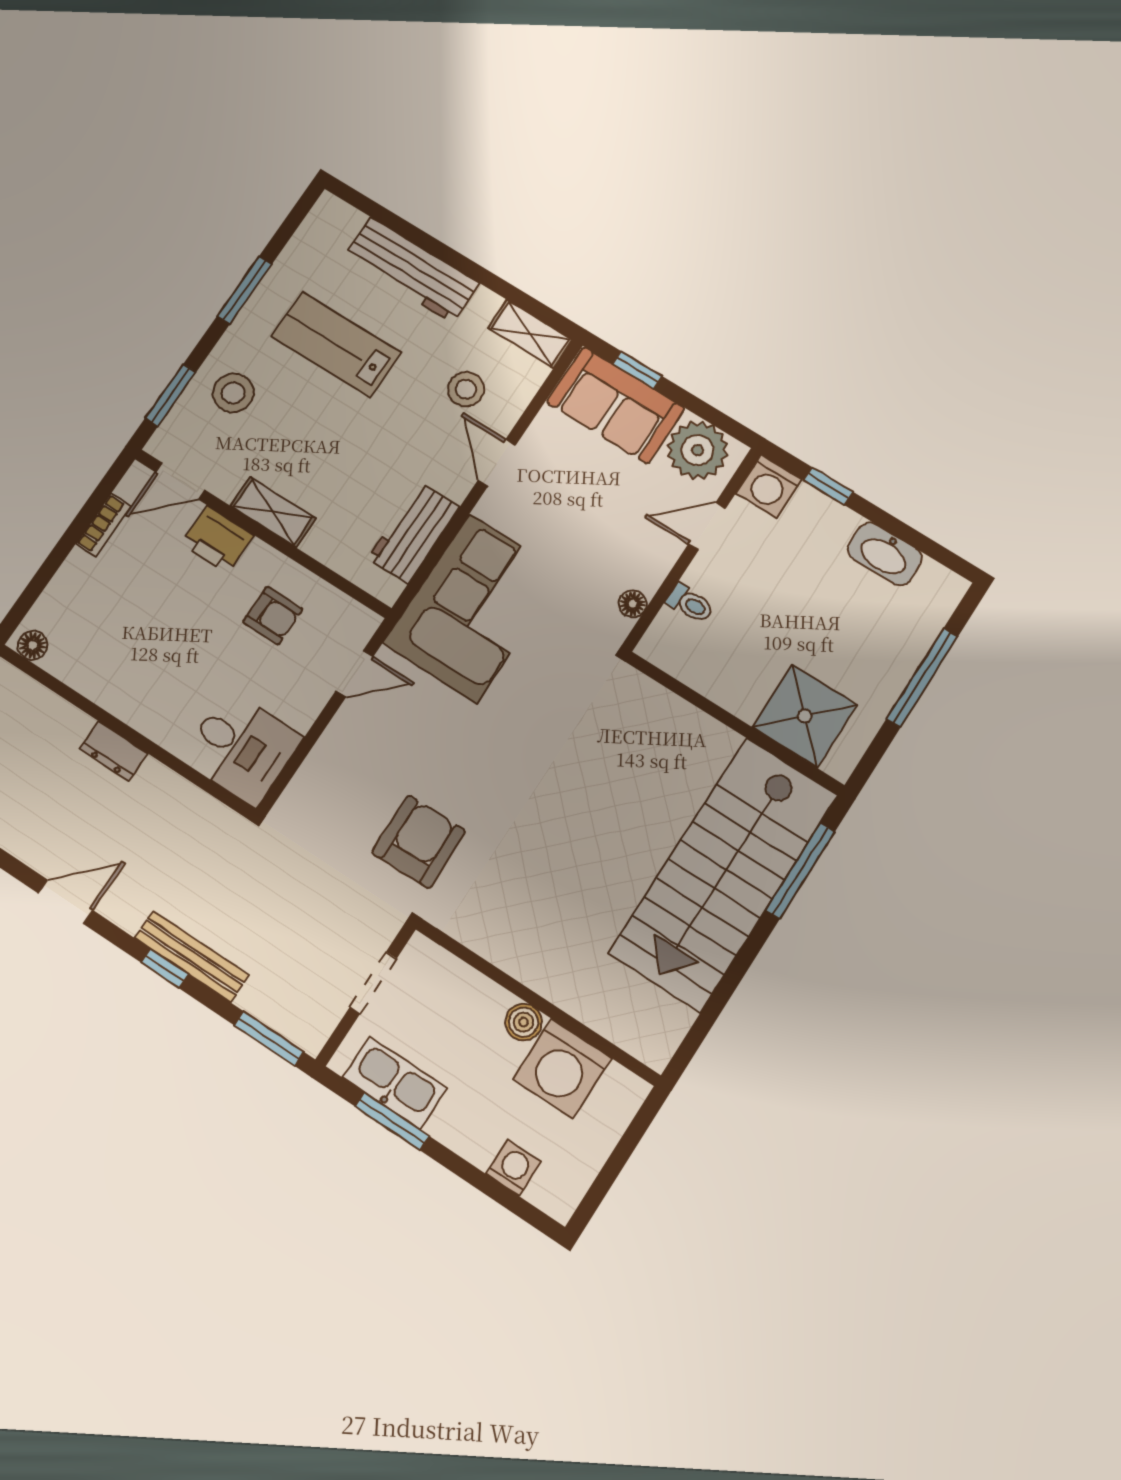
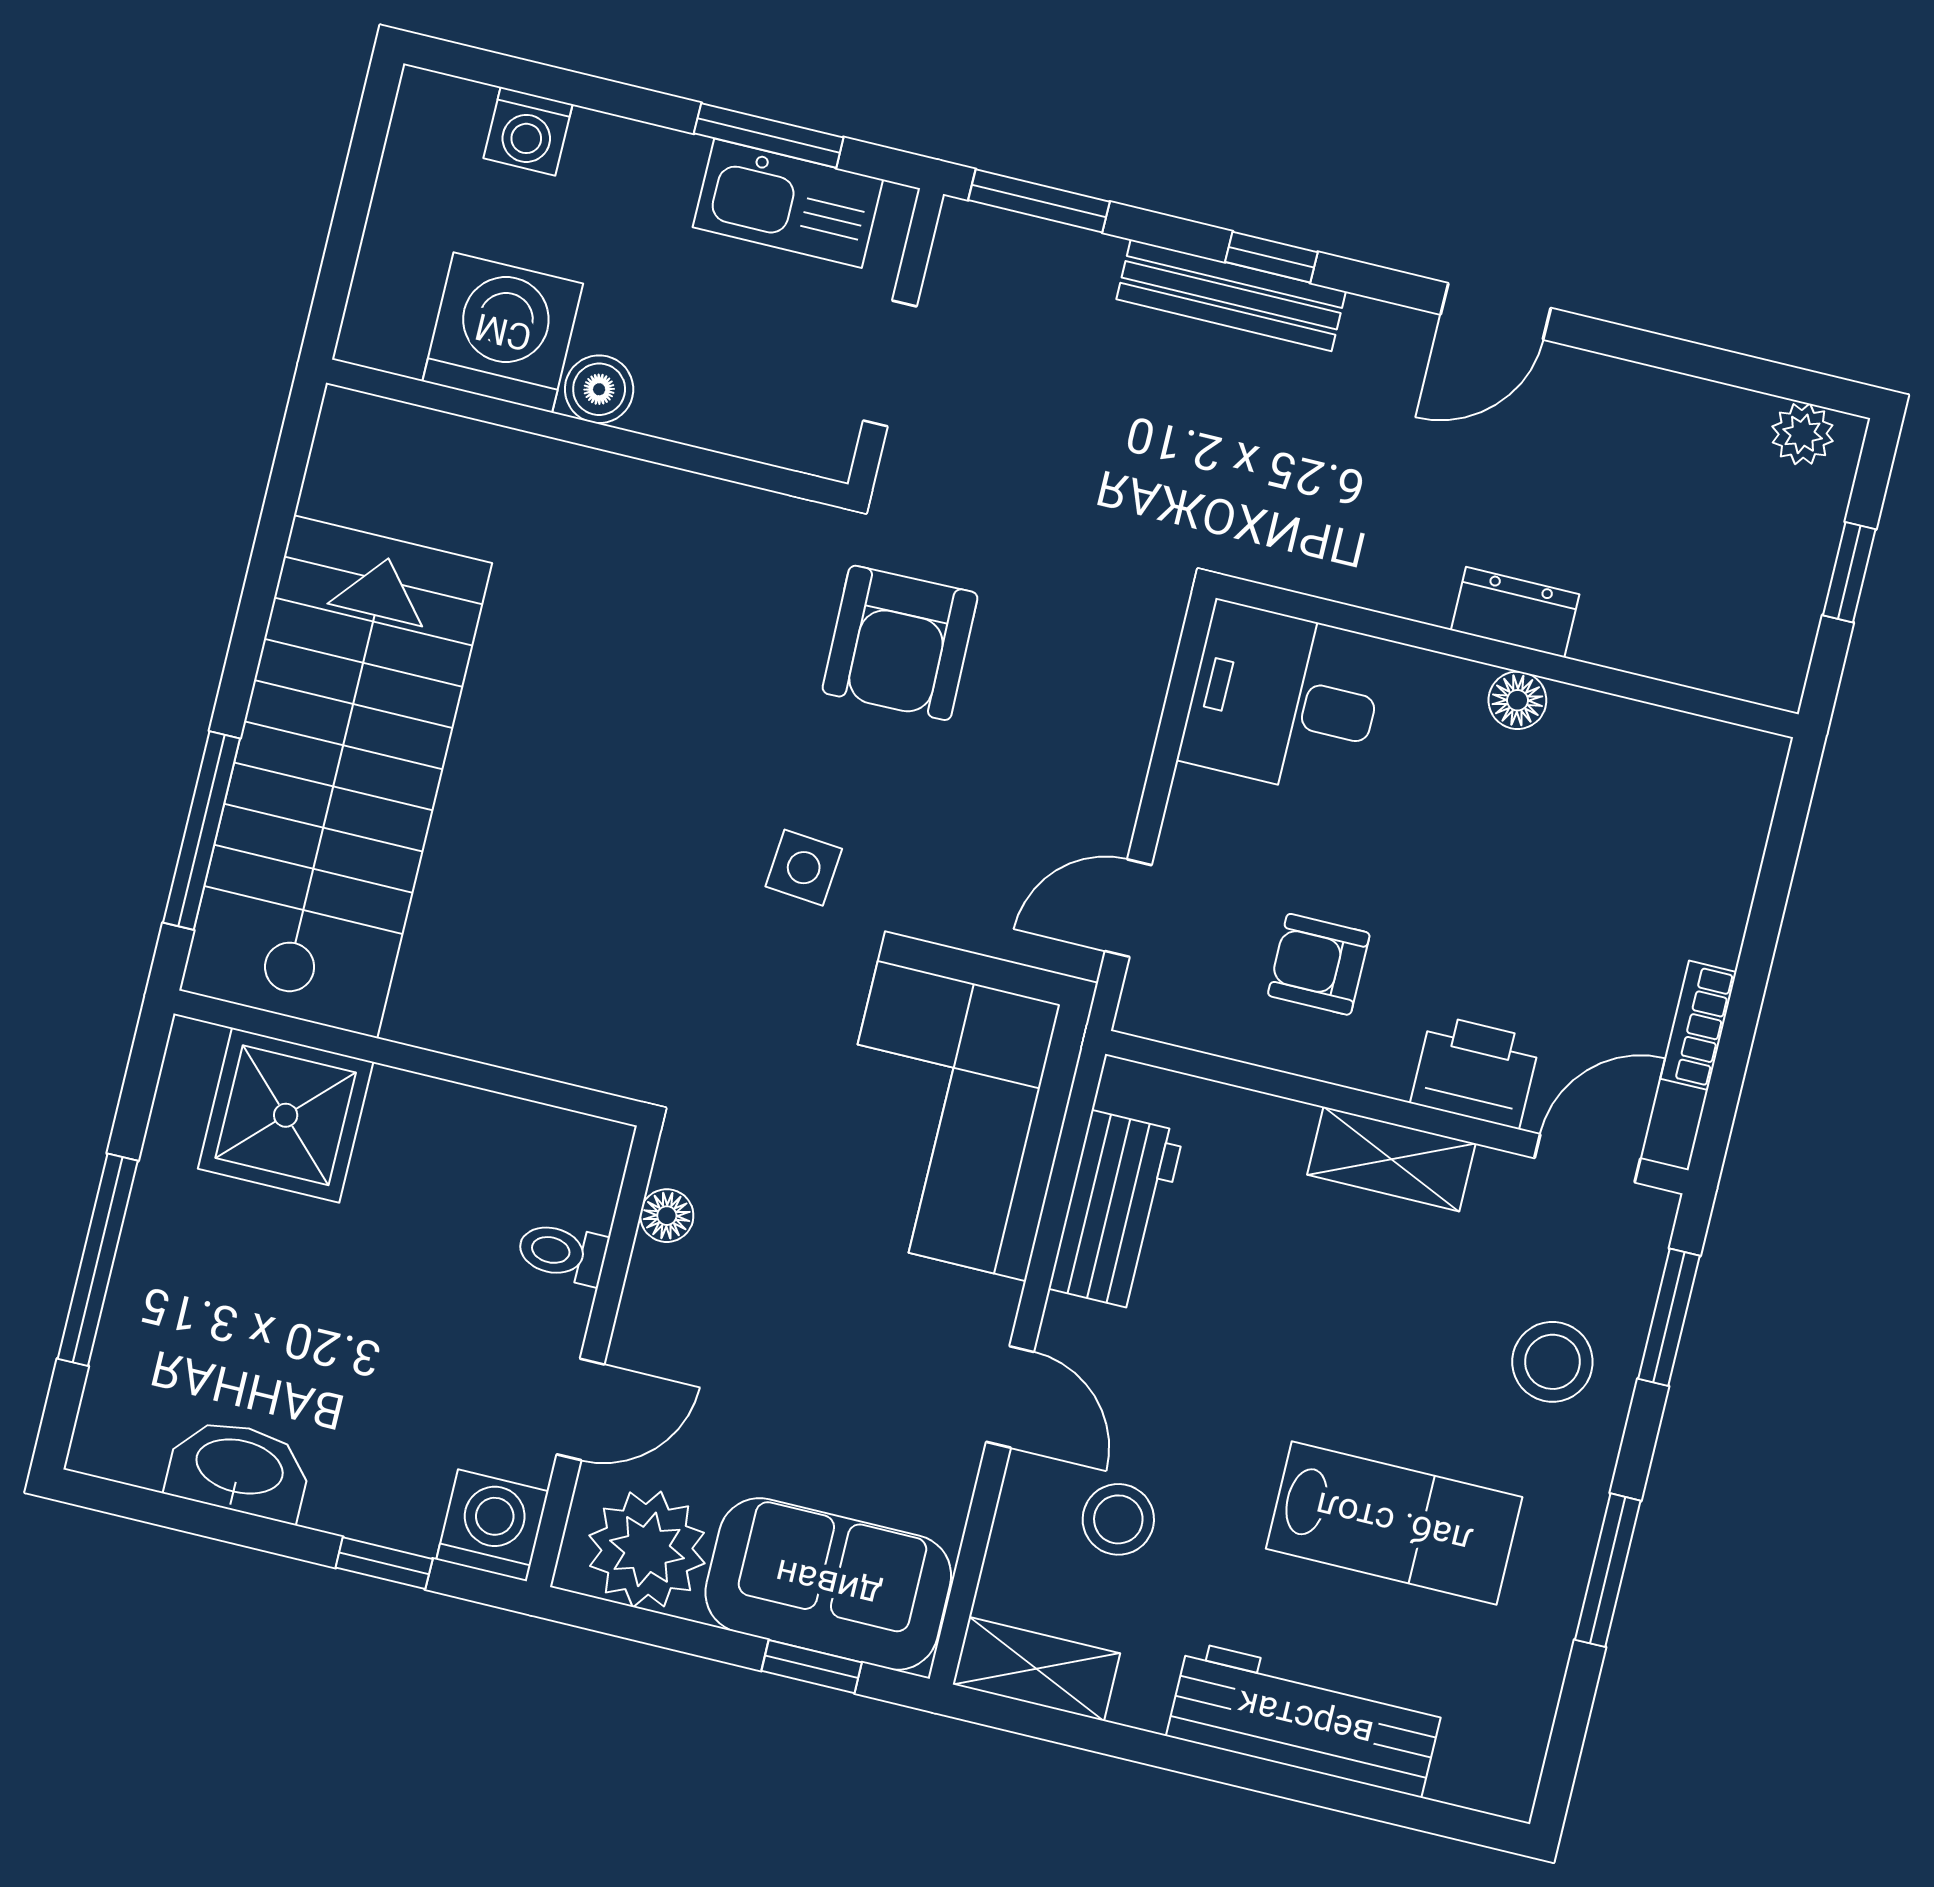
floor lamp: (33, 645) -> (1517, 700), moved
side table: (506, 748) -> (804, 868), added

